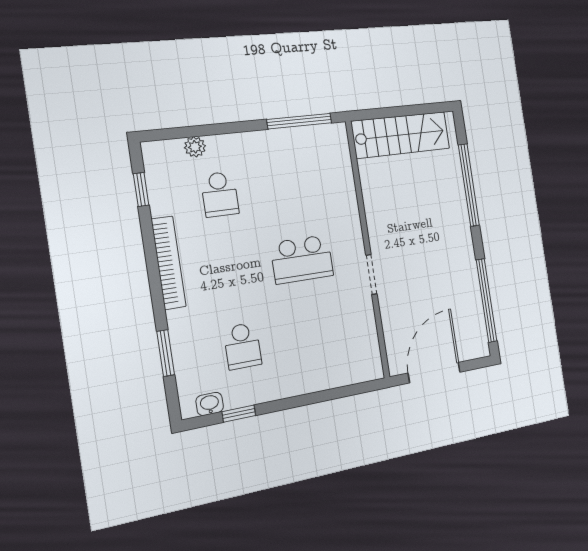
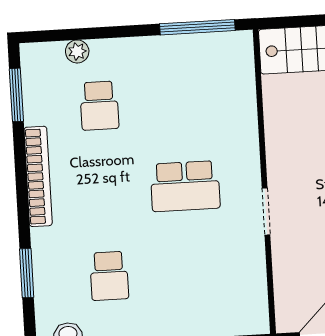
window: (141, 189) -> (16, 95), width x1.50

